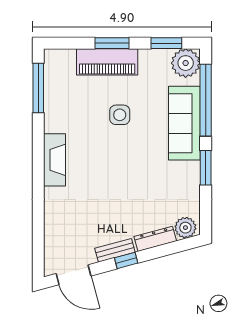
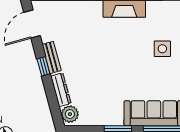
side table: (120, 115) -> (162, 49), moved

